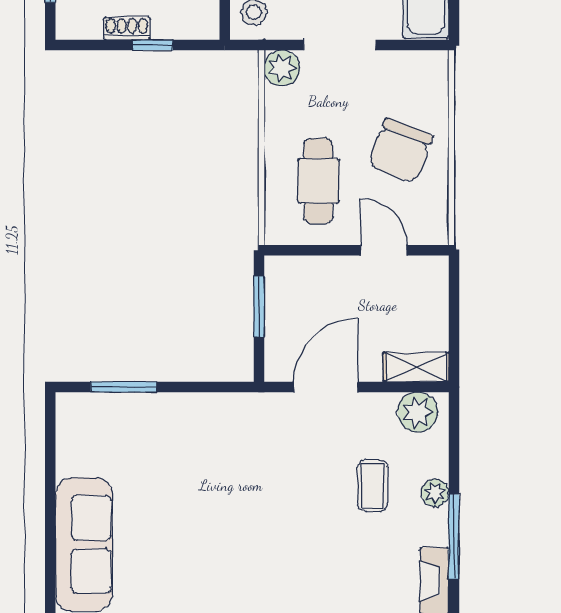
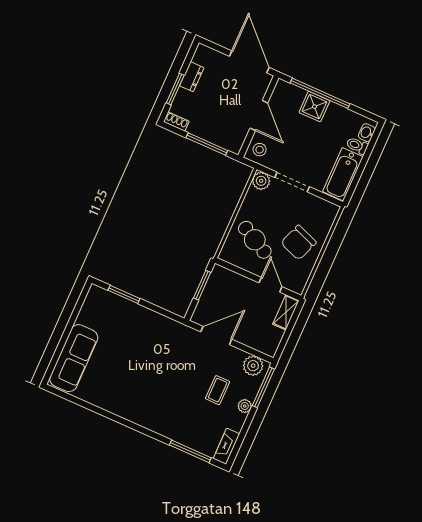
shoe rack: (127, 29) -> (176, 121), moved
window: (153, 45) -> (207, 144), width x2.17
cafe table: (318, 181) -> (255, 240), turned -62
shelving: (416, 367) -> (286, 312), moved, turned 90
window: (454, 537) -> (263, 387), moved

